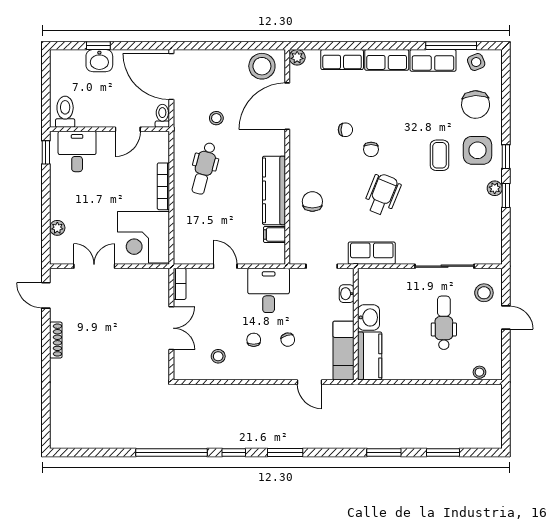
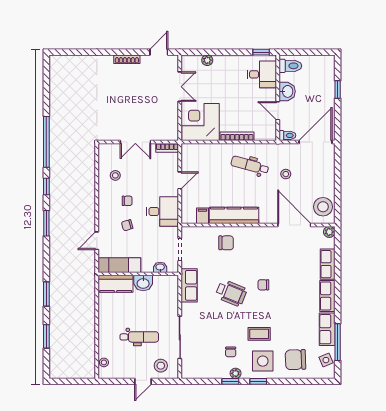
washbasin: (99, 61) -> (287, 91), moved, turned 180
chair: (345, 130) -> (231, 352), moved

